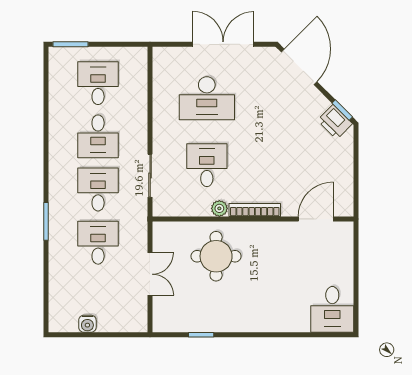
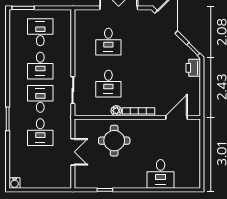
desk: (207, 98) -> (108, 42), width x0.73
printer: (335, 122) -> (193, 68), moved, turned 45
desk: (207, 165) -> (108, 84), turned 180
desk: (98, 243) -> (40, 132), turned 180
desk: (332, 309) -> (161, 174), moved
water cooler: (87, 324) -> (15, 183), moved

